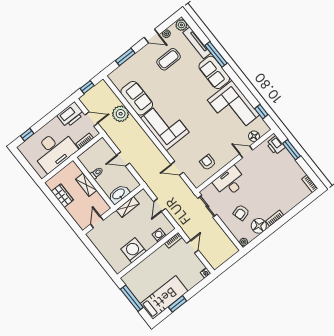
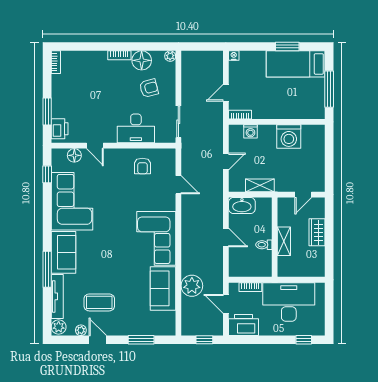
washbasin: (119, 194) -> (242, 205), moved
wardrobe: (62, 196) -> (317, 232), moved

